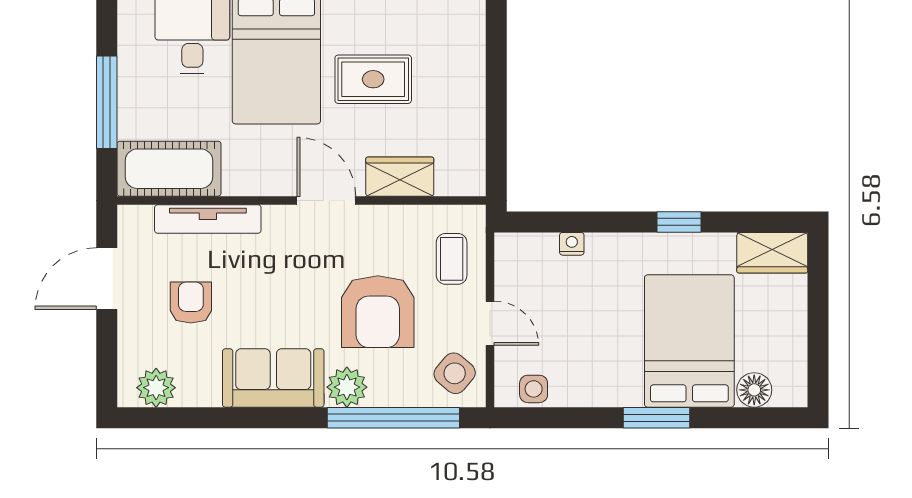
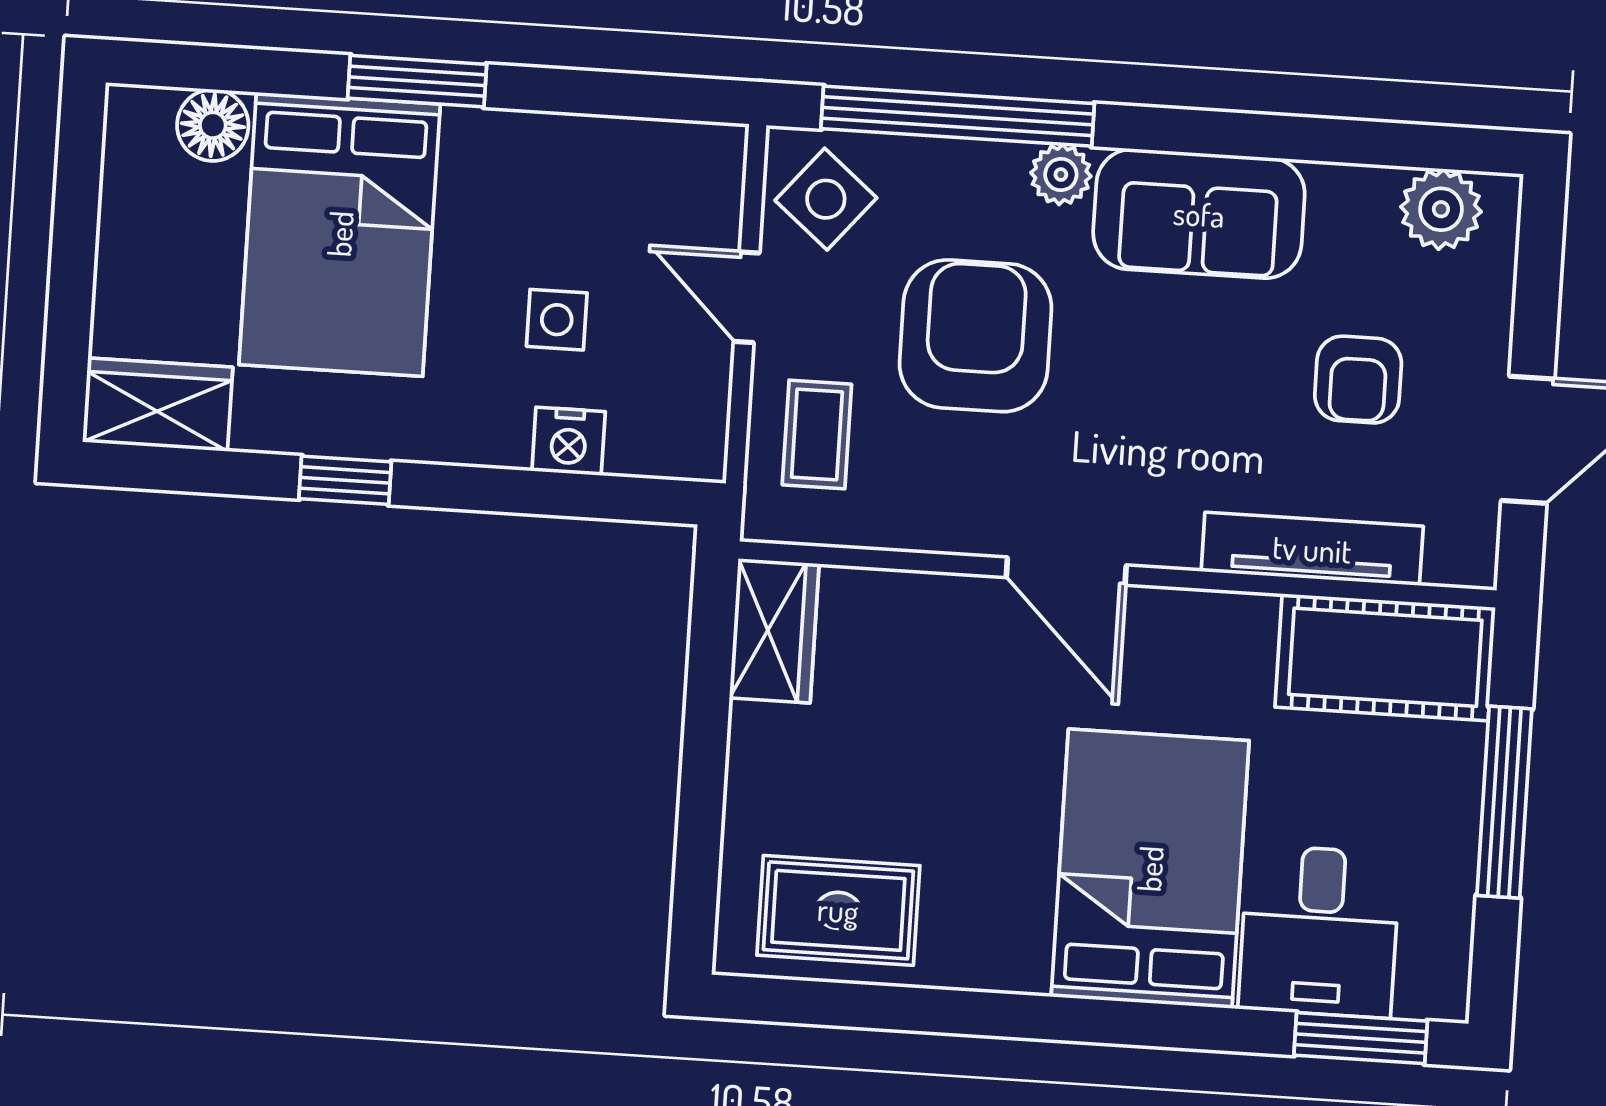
rug: (373, 79) -> (838, 910), moved
wardrobe: (400, 177) -> (774, 631), moved, turned -90
nightstand: (572, 244) -> (569, 441), width x1.39, depth x1.35
plant: (347, 387) -> (1061, 175), width x0.73, depth x0.73
side table: (534, 389) -> (557, 320), moved

